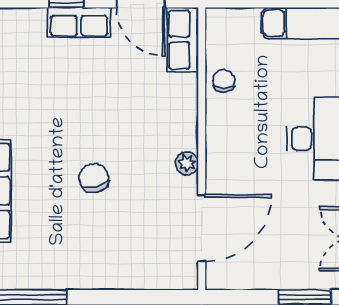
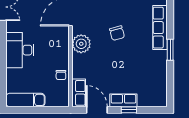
plant: (187, 163) -> (81, 44), width x1.88, depth x1.88

